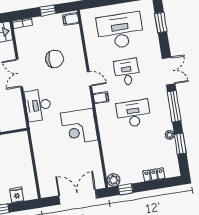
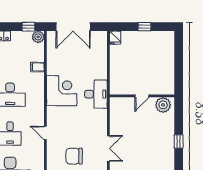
filing cabinet: (101, 98) -> (37, 67), moved
desk: (38, 105) -> (96, 94), moved
fridge: (17, 195) -> (115, 38), moved

